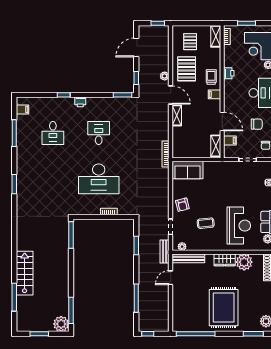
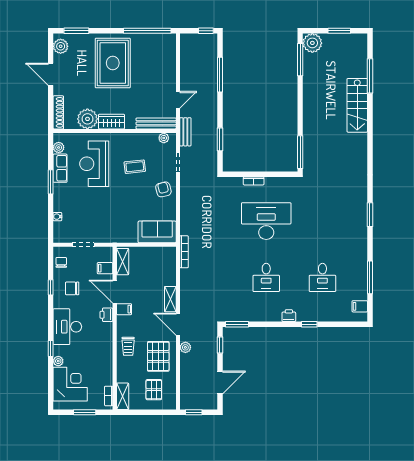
printer: (229, 73) -> (106, 315), moved
filing cabinet: (214, 94) -> (124, 309), moved
desk: (53, 133) -> (322, 277), turned 180

